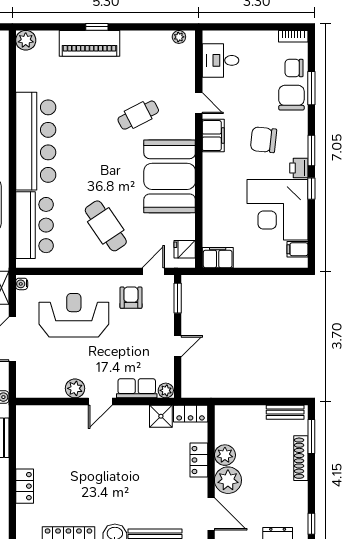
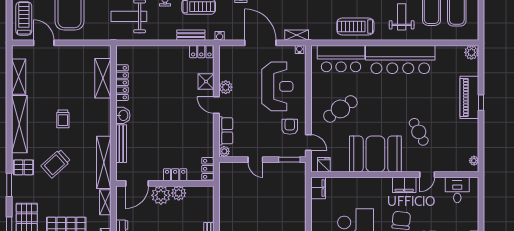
armchair: (131, 298) -> (290, 127), turned -90
shower: (161, 416) -> (206, 82), moved
locker: (25, 486) -> (201, 52), moved

